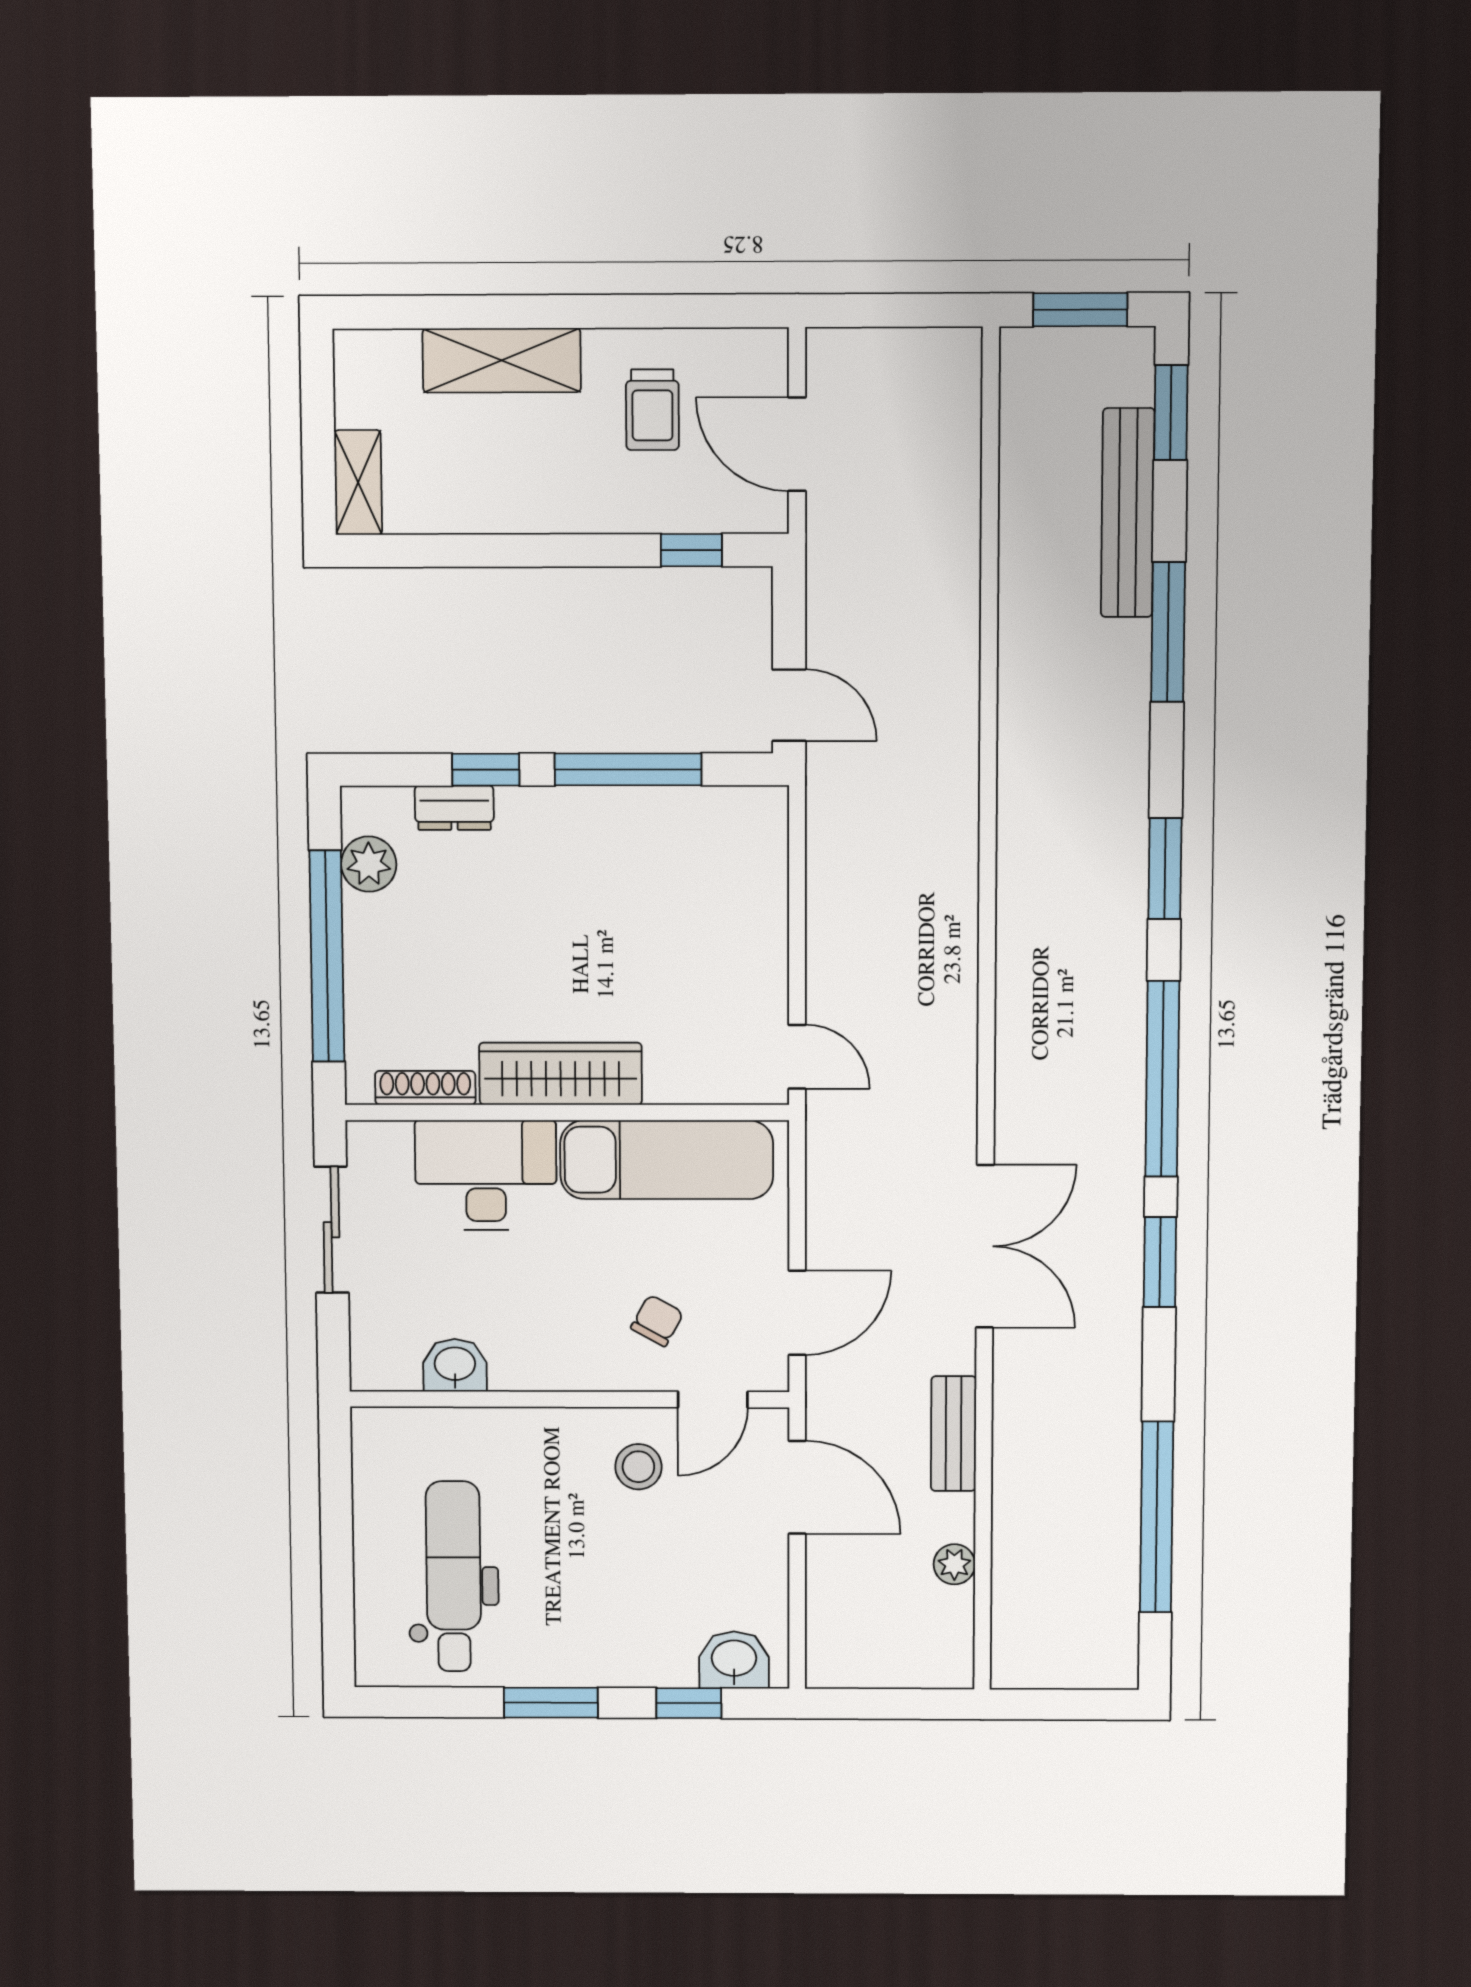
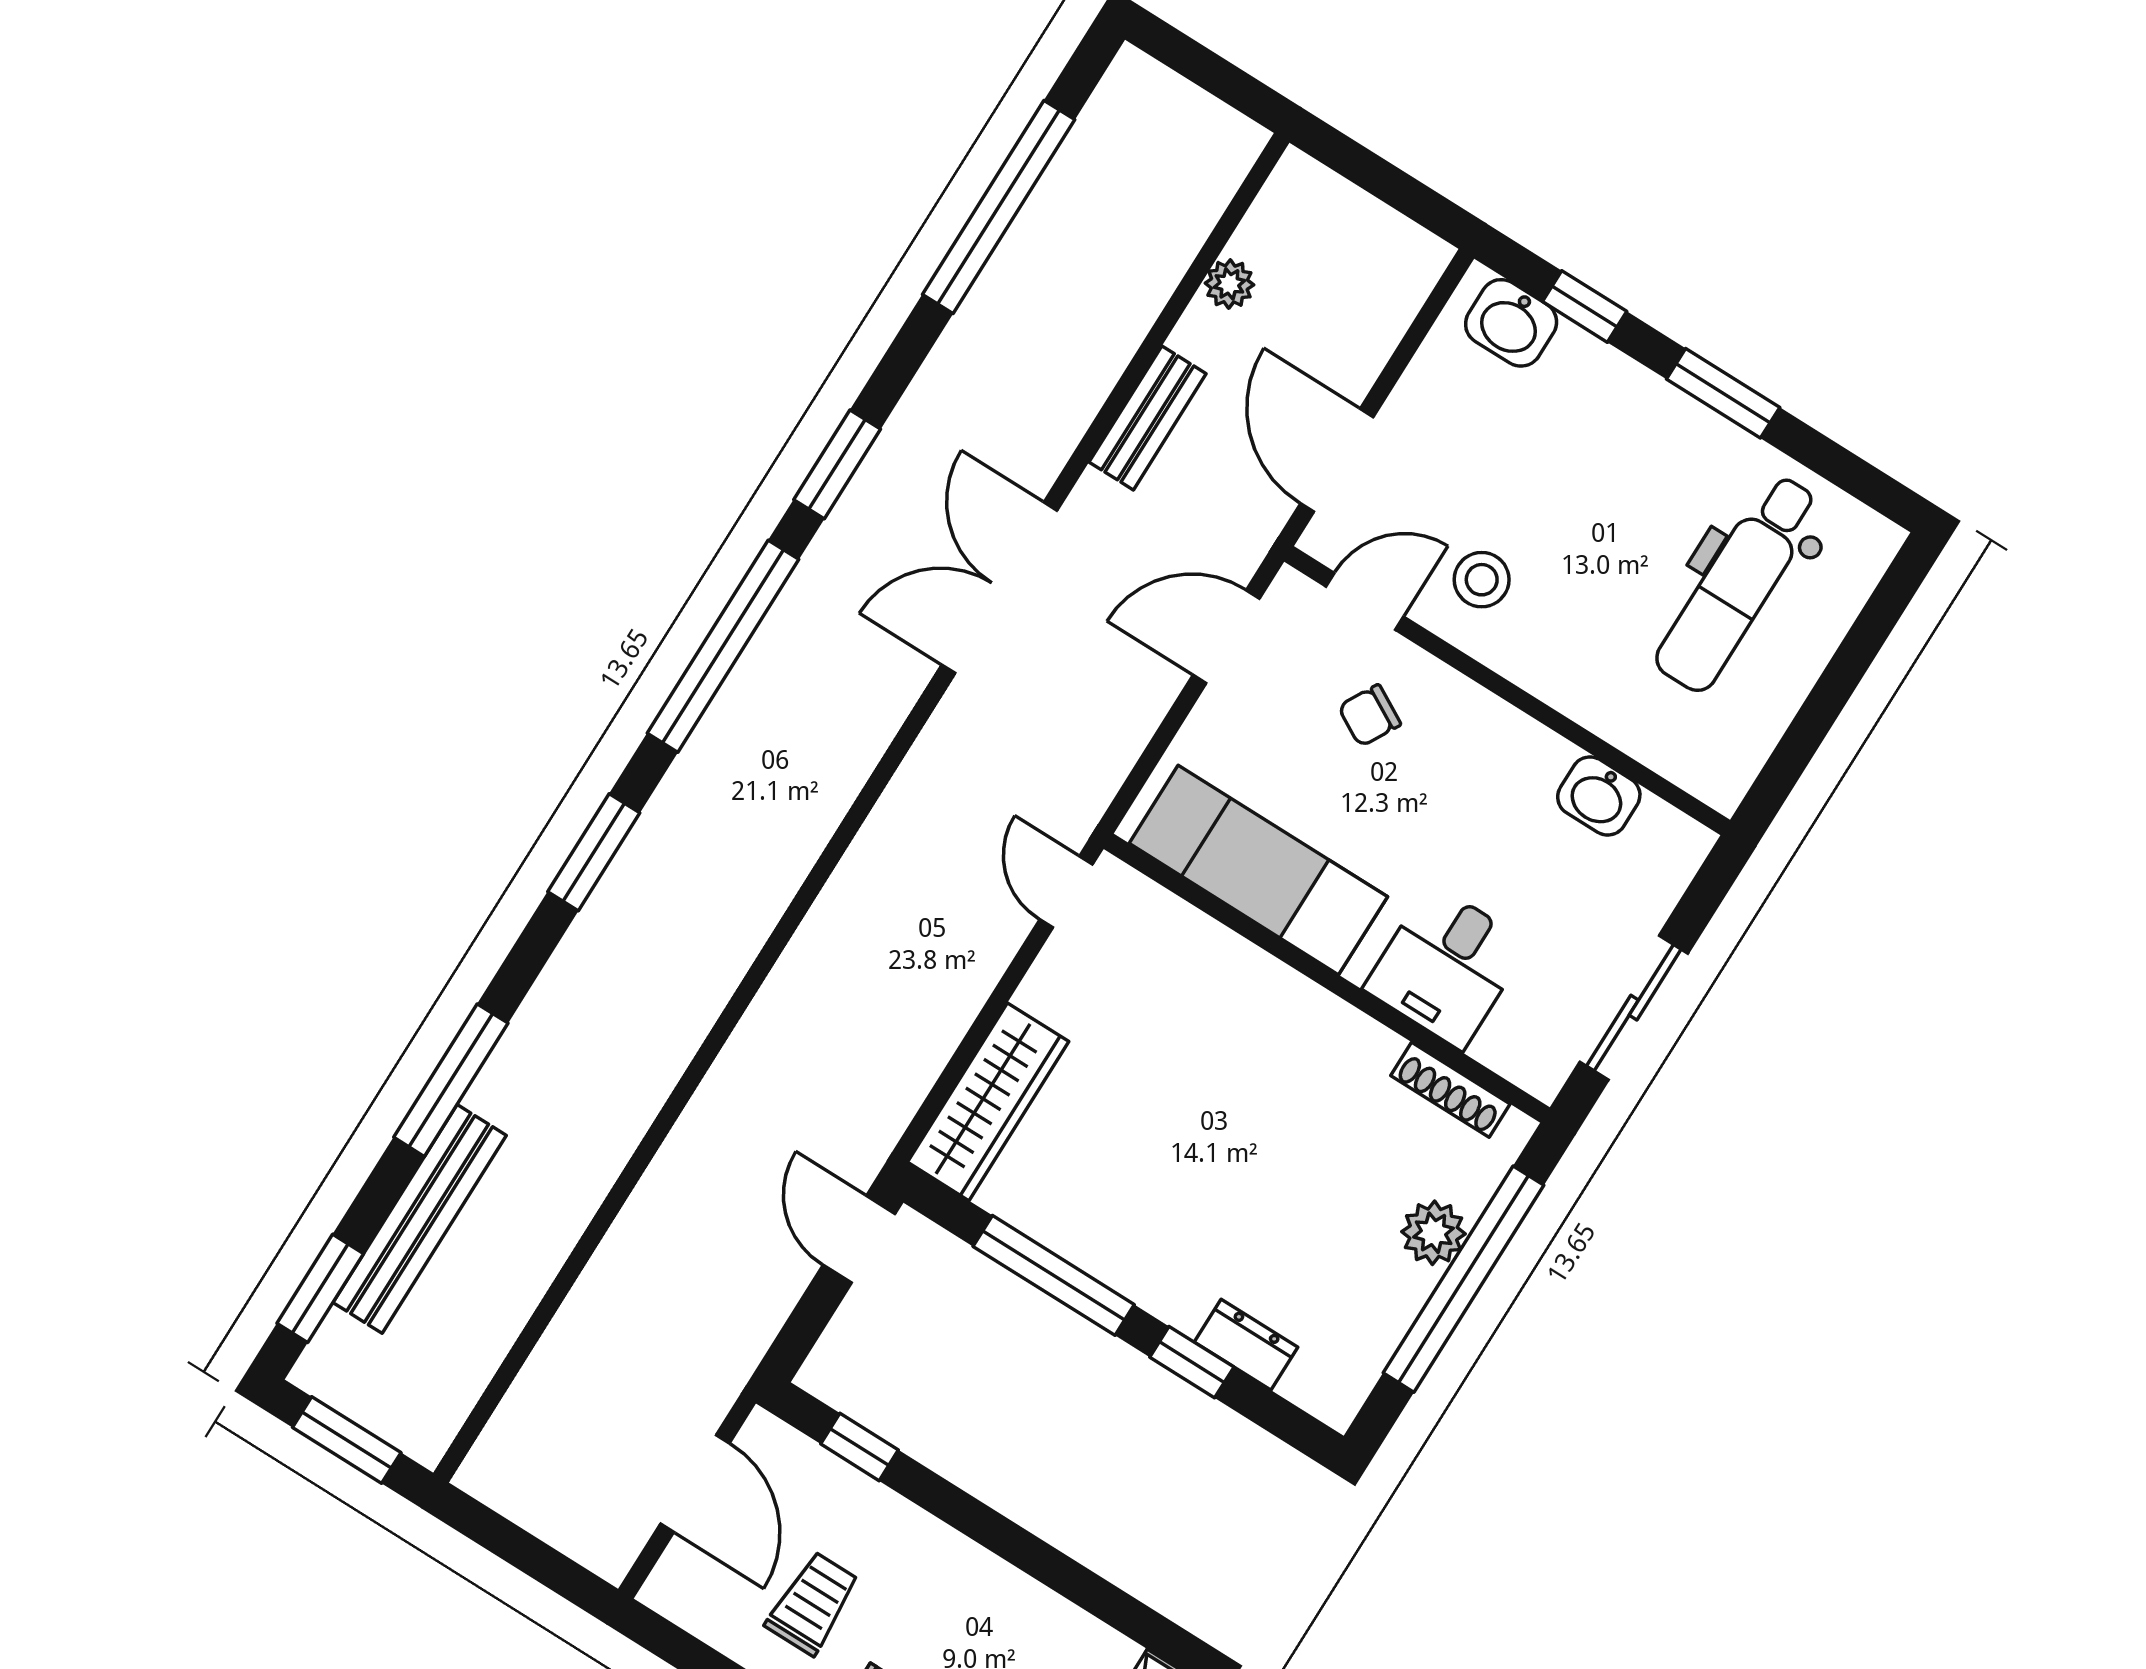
plant: (369, 864) -> (1434, 1233), moved
wardrobe: (561, 1074) -> (988, 1102), moved, turned -90
desk: (486, 1175) -> (1446, 966), width x0.73

